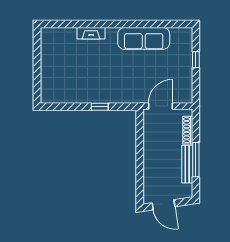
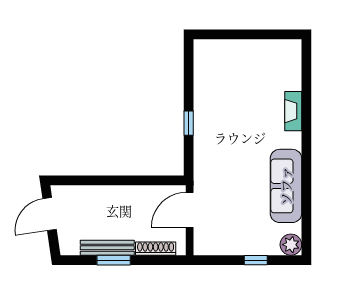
plant: (185, 35) -> (291, 245), added
door: (161, 106) -> (190, 210), swing flipped
window: (196, 160) -> (114, 260), width x0.69

